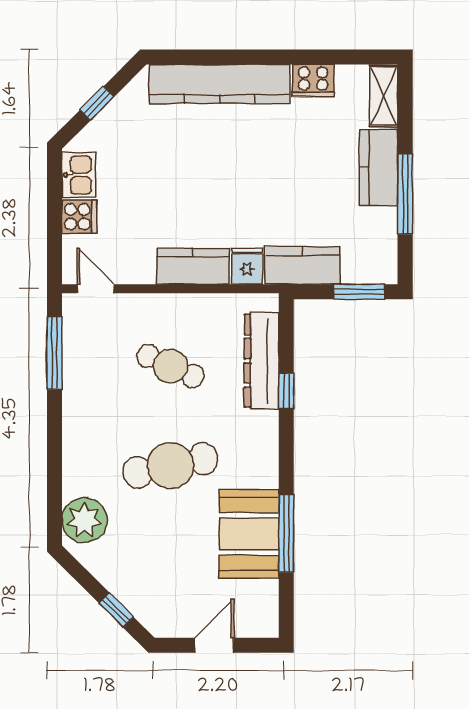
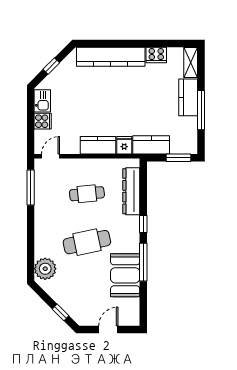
door: (96, 289) -> (51, 156), hinge flipped
cafe table: (170, 366) -> (87, 194), turned -30
window: (286, 391) -> (143, 224), moved
window: (286, 533) -> (143, 262), moved

